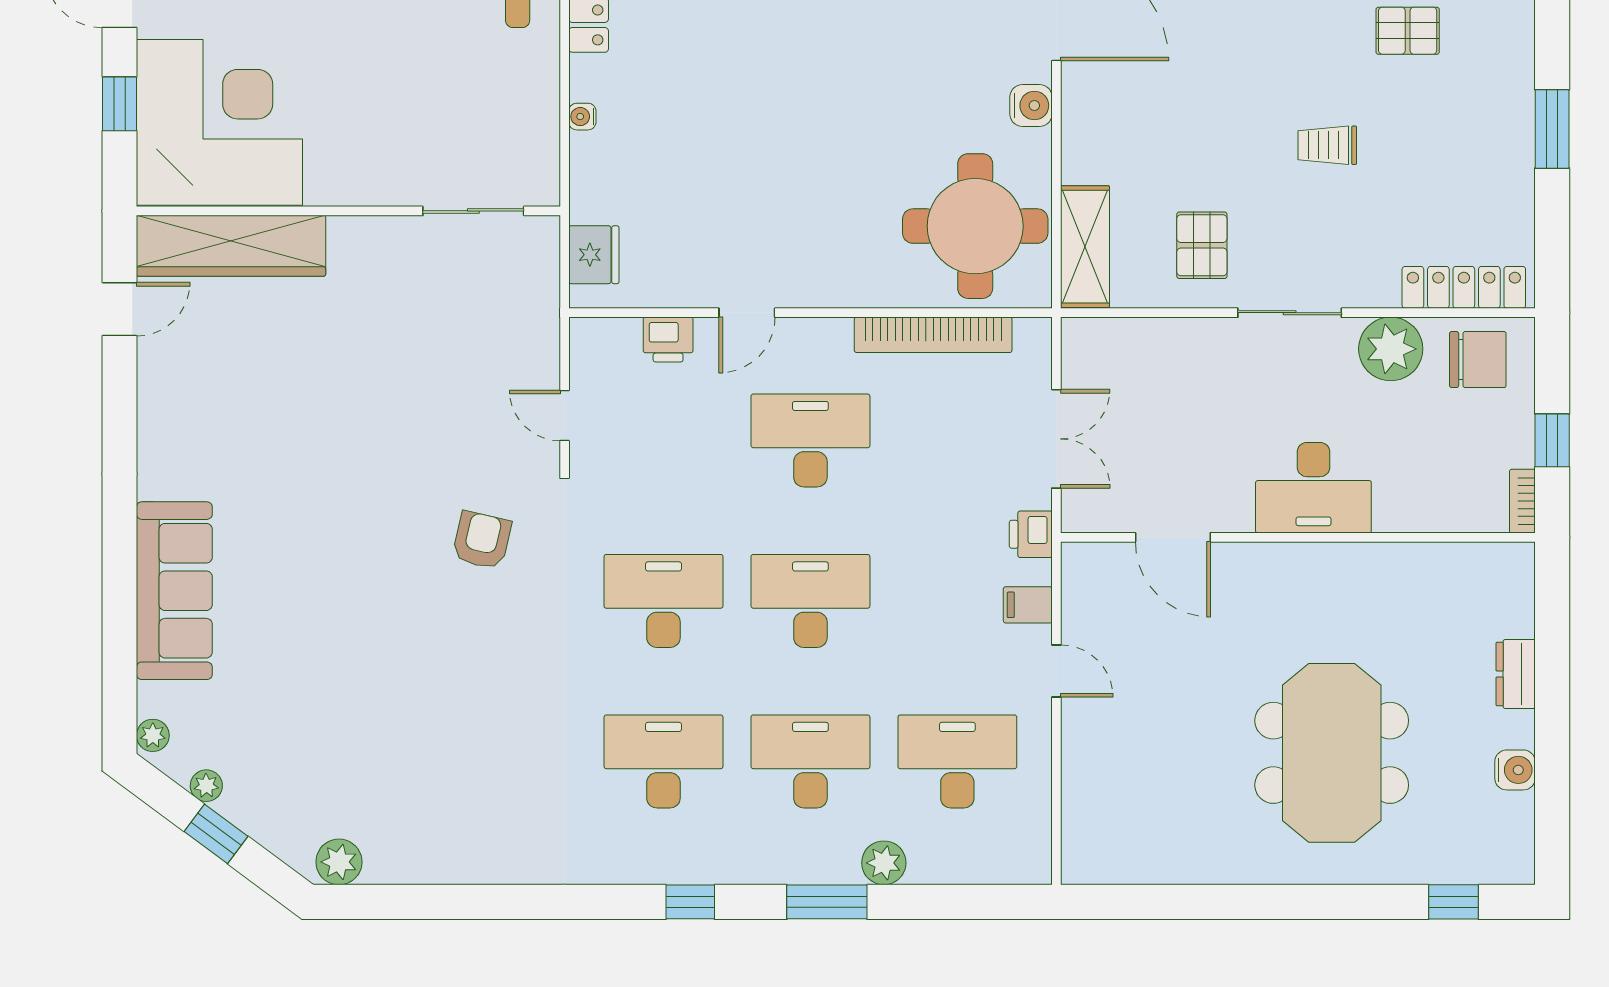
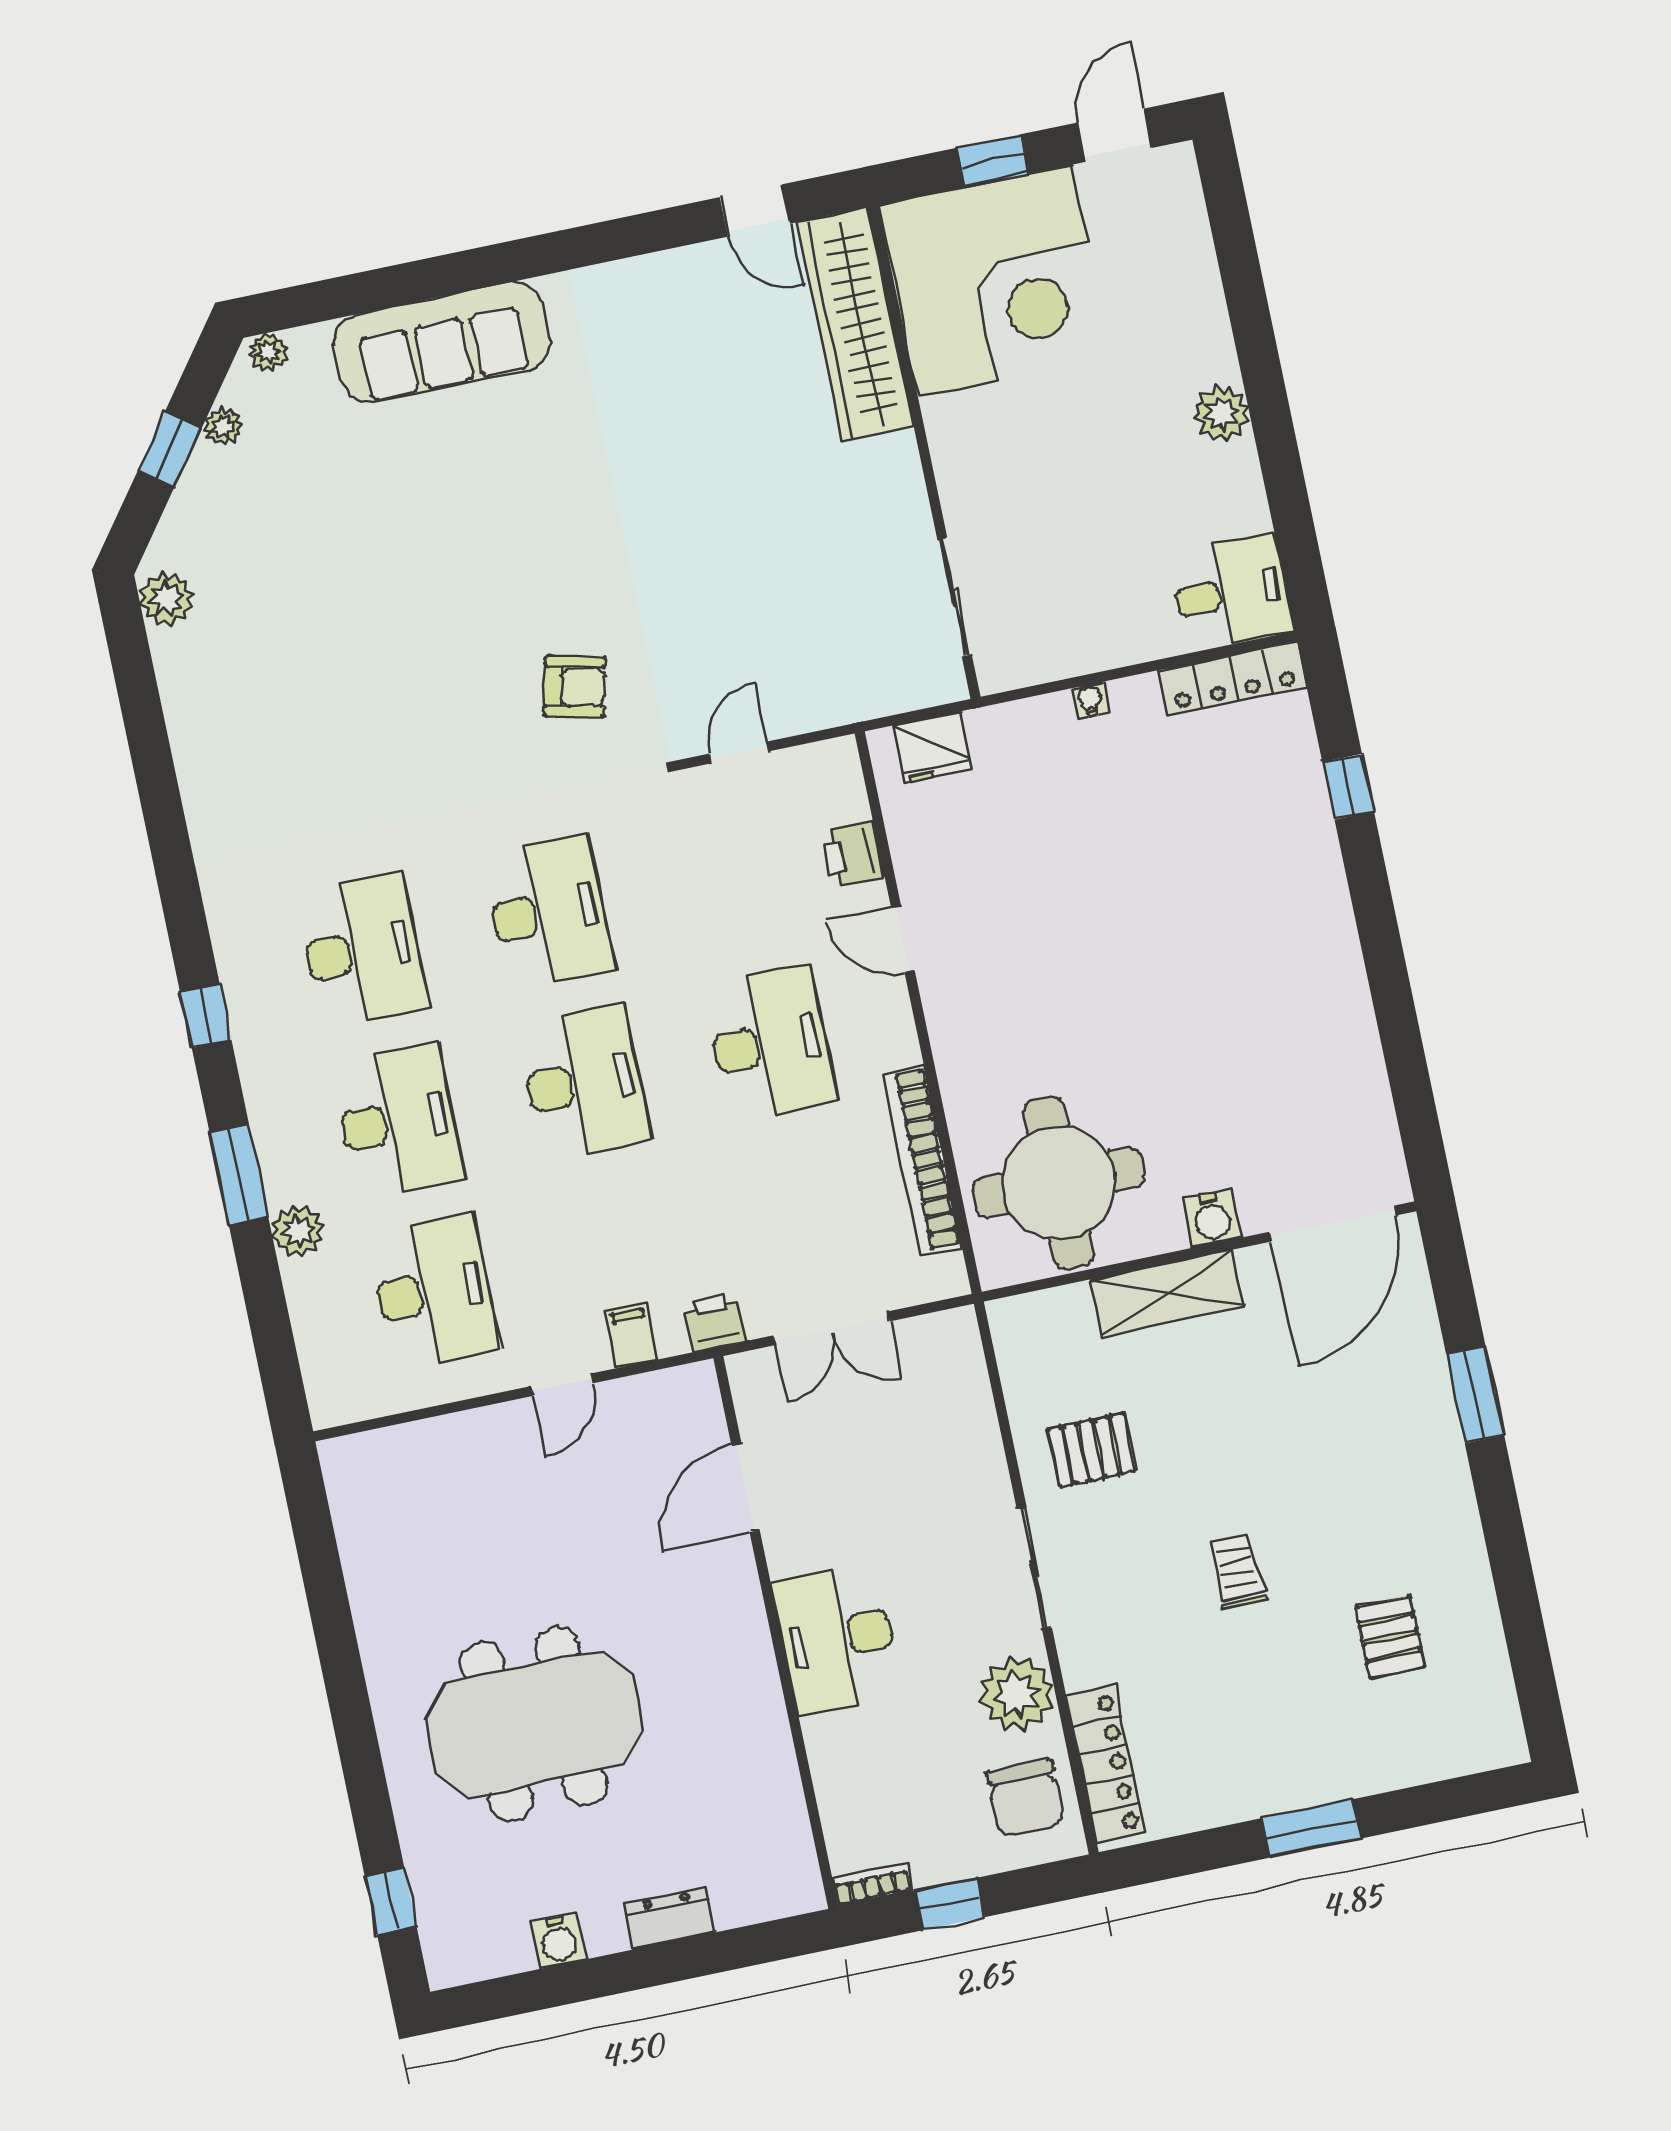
shelving: (1085, 247) -> (1167, 1293), moved

